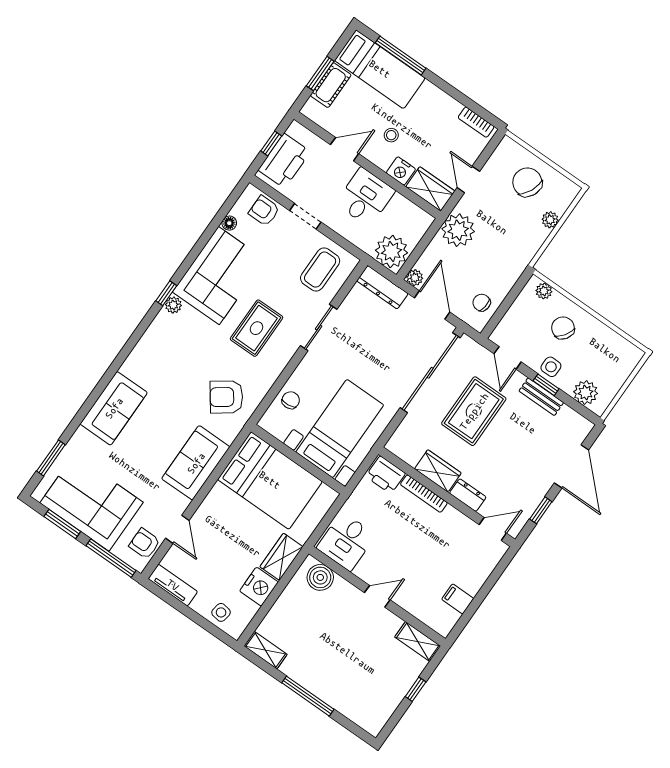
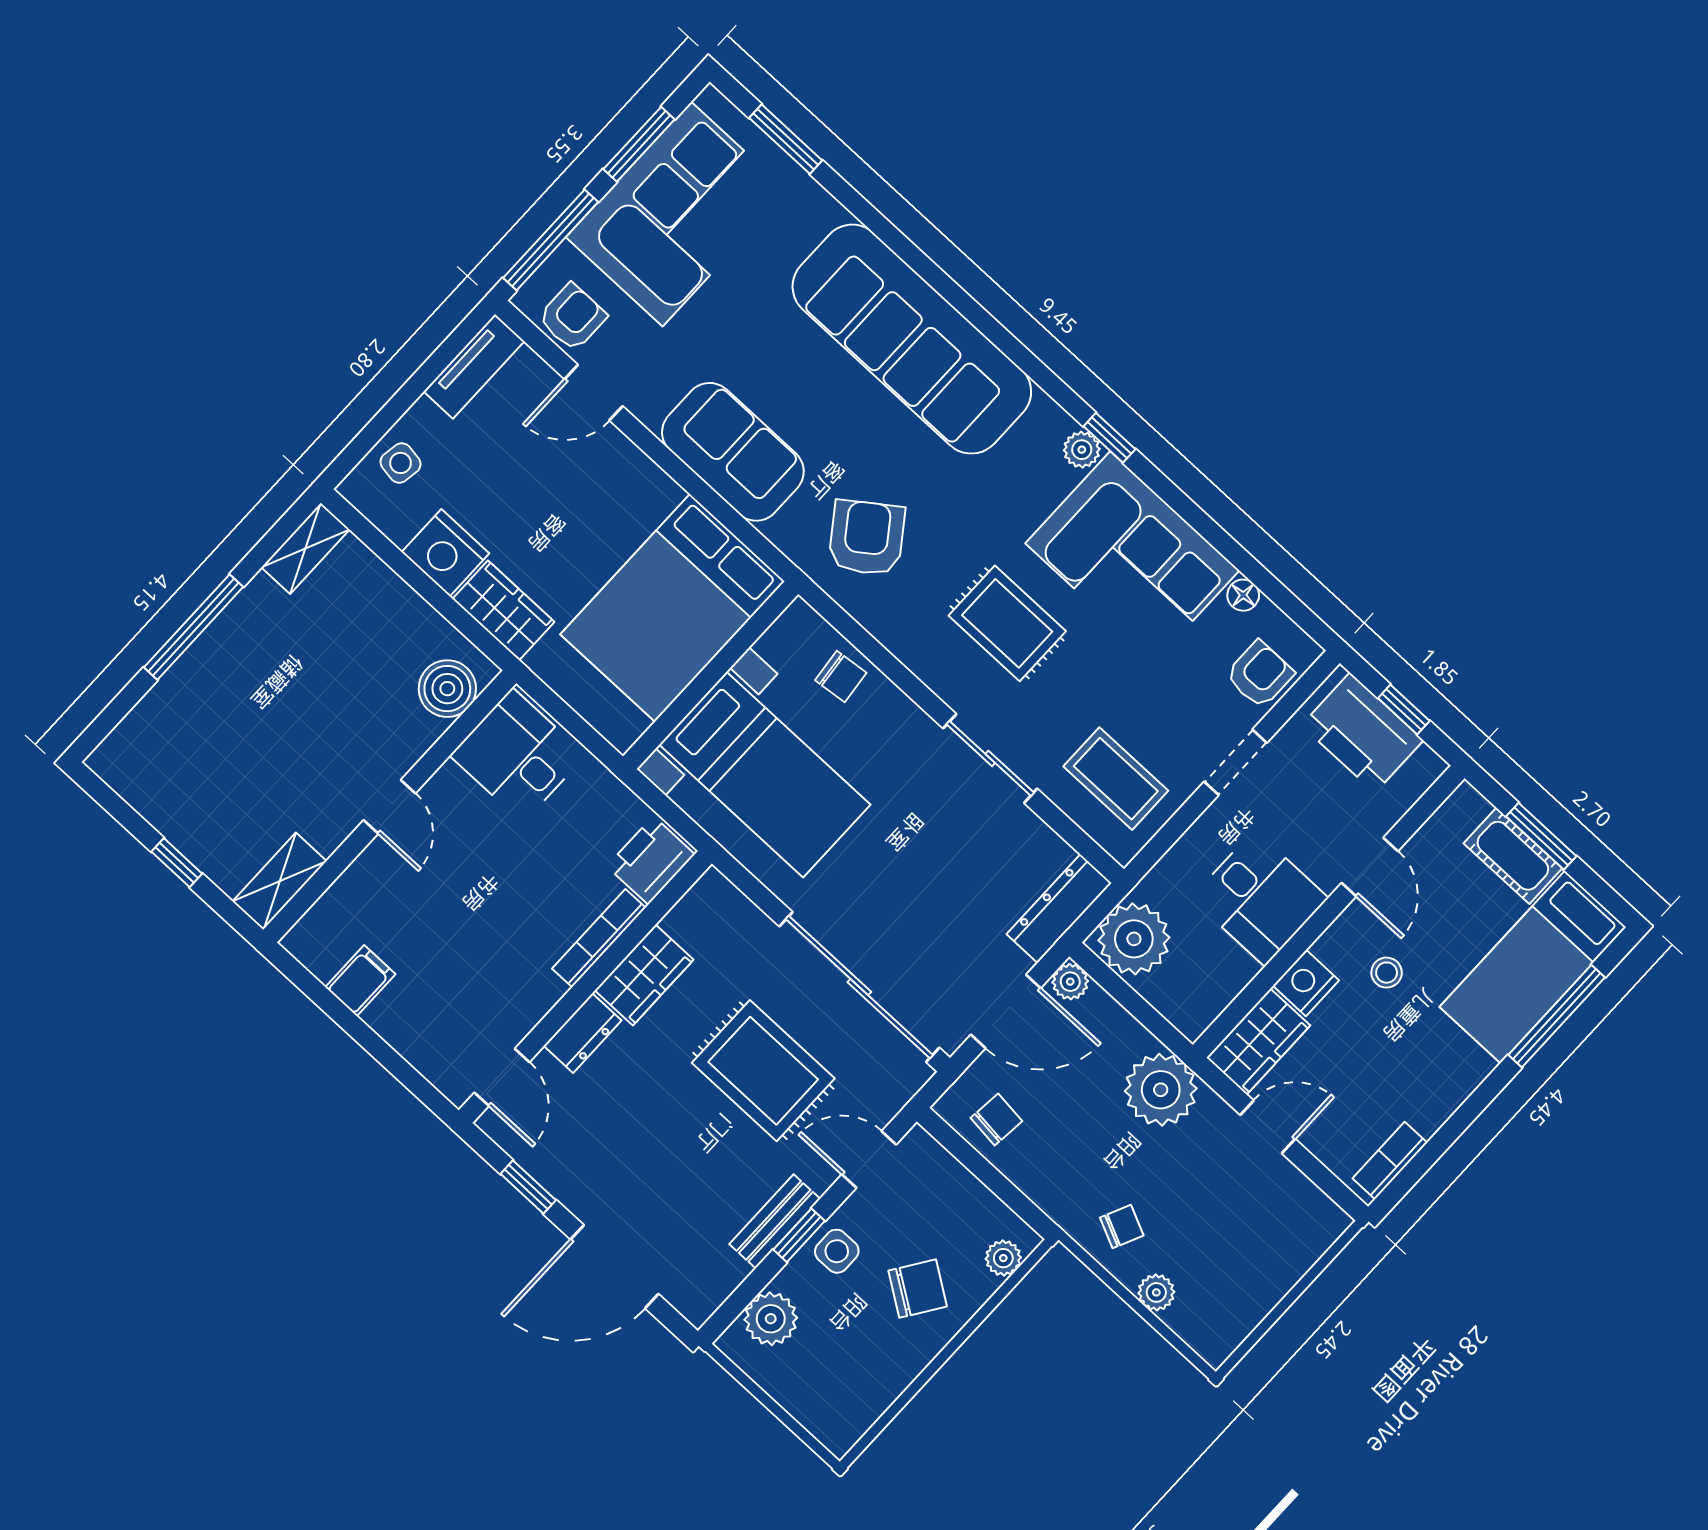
chair: (527, 182) -> (1122, 1227), moved, width x0.54, depth x0.54
sofa: (114, 408) -> (912, 339), width x1.85, depth x1.27

